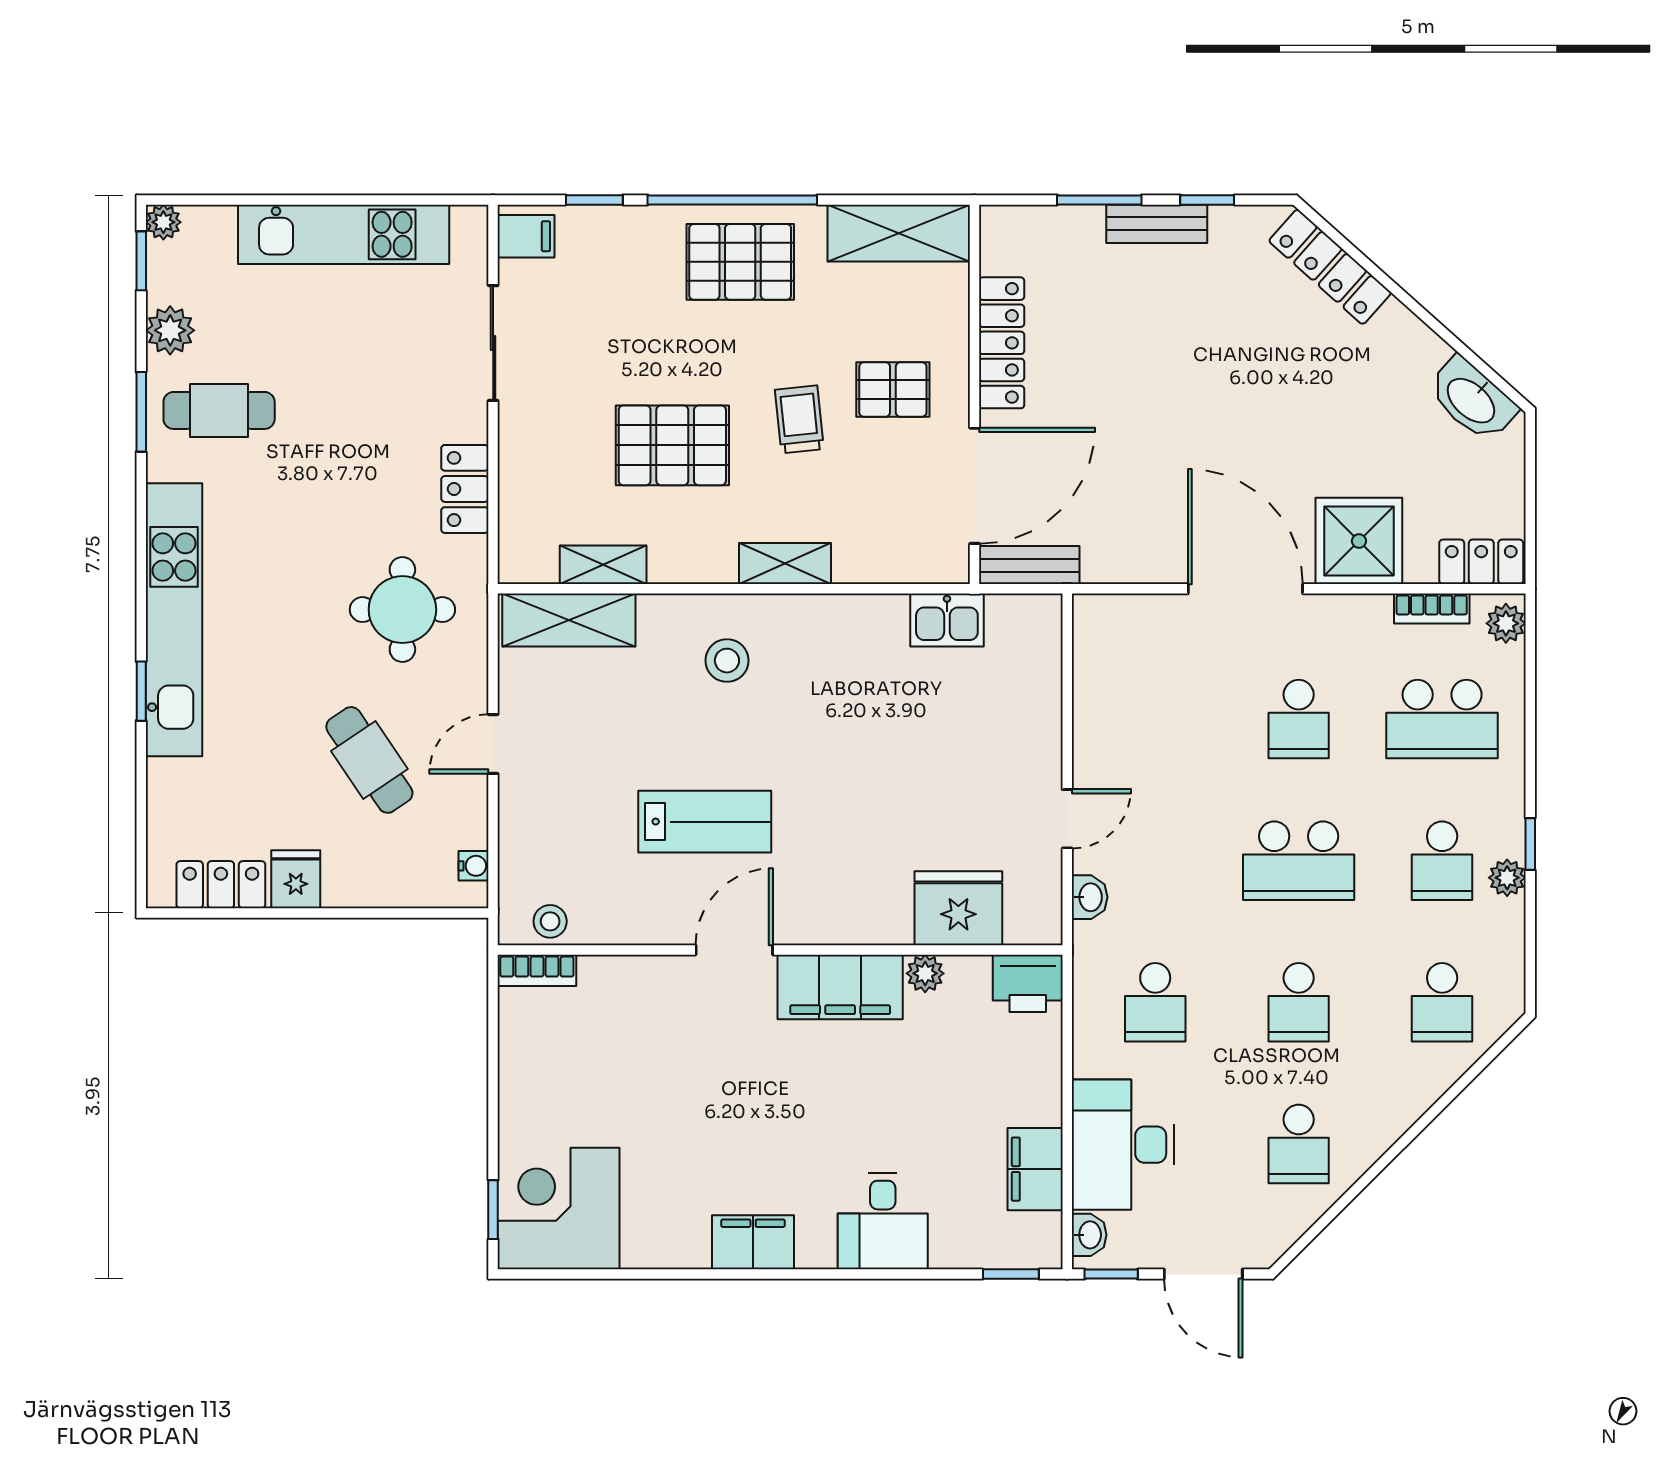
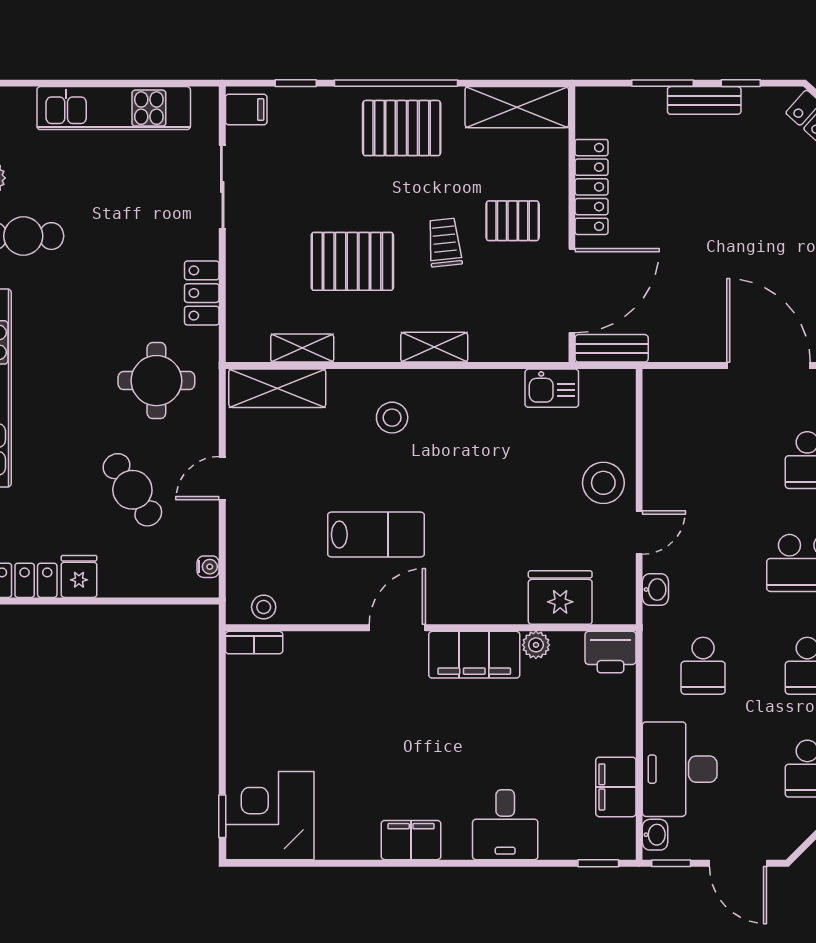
stool: (1018, 750) -> (603, 483), added

